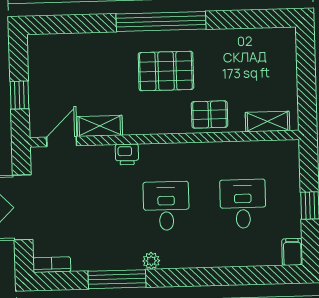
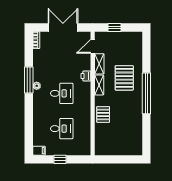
pallet: (166, 71) -> (124, 78), moved
shelving: (267, 121) -> (99, 85), moved
door: (62, 141) -> (93, 46), swing flipped
window: (117, 279) -> (29, 80), moved

